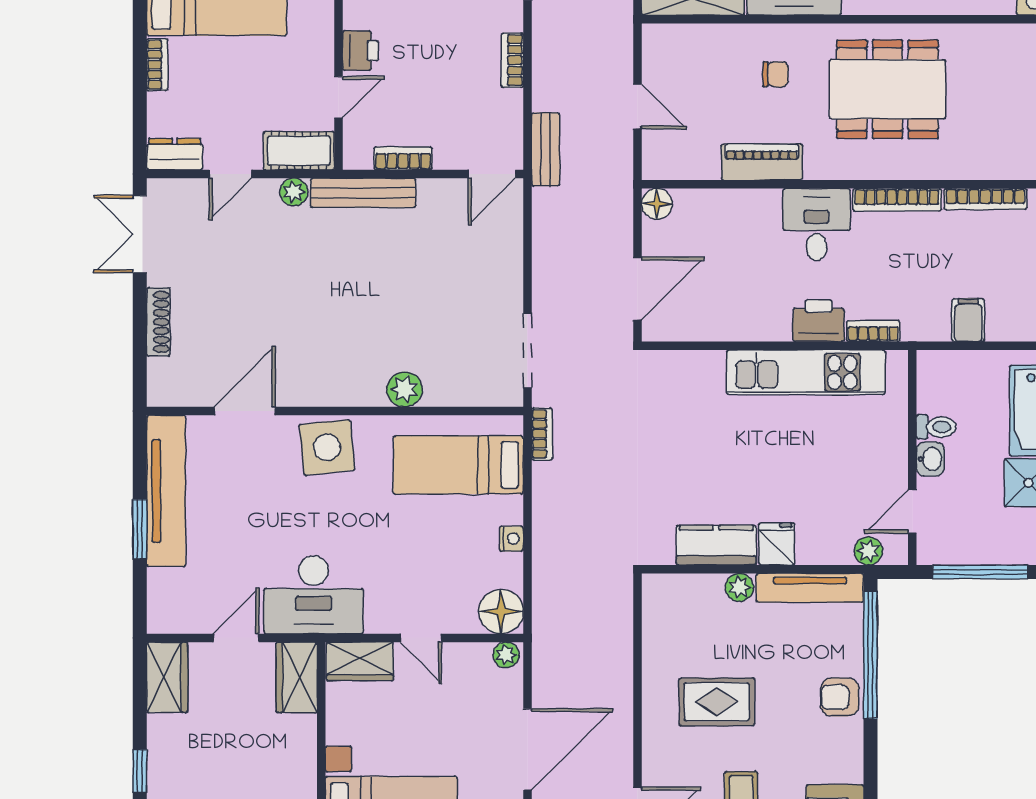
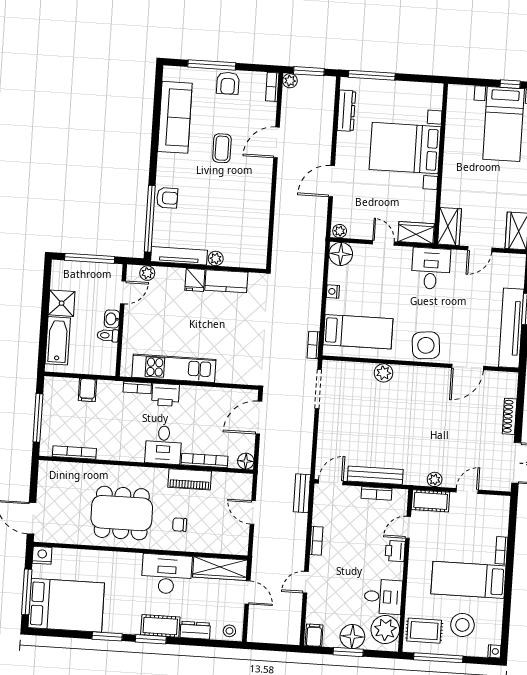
dresser: (175, 154) -> (495, 503), removed
bench: (363, 193) -> (375, 475), moved
bookcase: (897, 200) -> (204, 461), moved
desk: (314, 595) -> (431, 268), width x0.73
rug: (717, 702) -> (231, 200), removed
door: (527, 749) -> (332, 181), width x0.73

